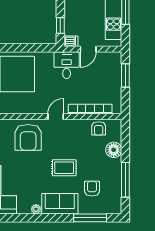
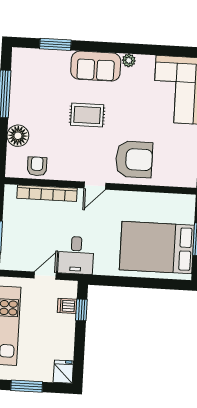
dishwasher: (71, 41) -> (67, 306), moved
armchair: (28, 137) -> (134, 159), turned 90
armchair: (92, 189) -> (51, 84), removed
window: (90, 218) -> (55, 44), width x0.69

